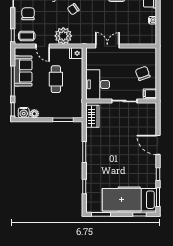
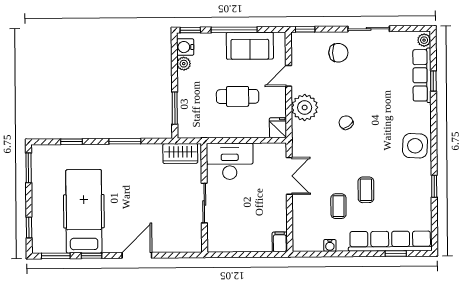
coffee table: (27, 36) -> (338, 206), moved
chair: (143, 73) -> (247, 231), removed
filing cabinet: (150, 94) -> (280, 242), moved
hospital bed: (129, 200) -> (84, 211), moved

